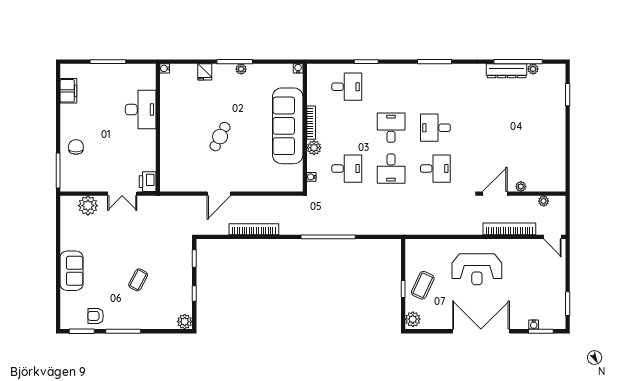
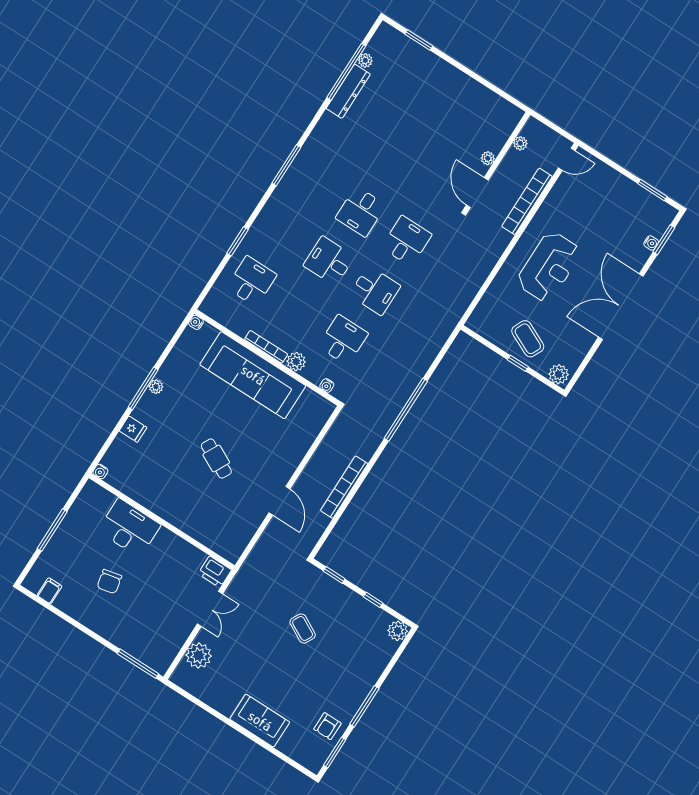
filing cabinet: (68, 91) -> (50, 591), width x0.50
chair: (76, 147) -> (109, 582), moved, turned -102
coffee table: (138, 280) -> (303, 628), moved

